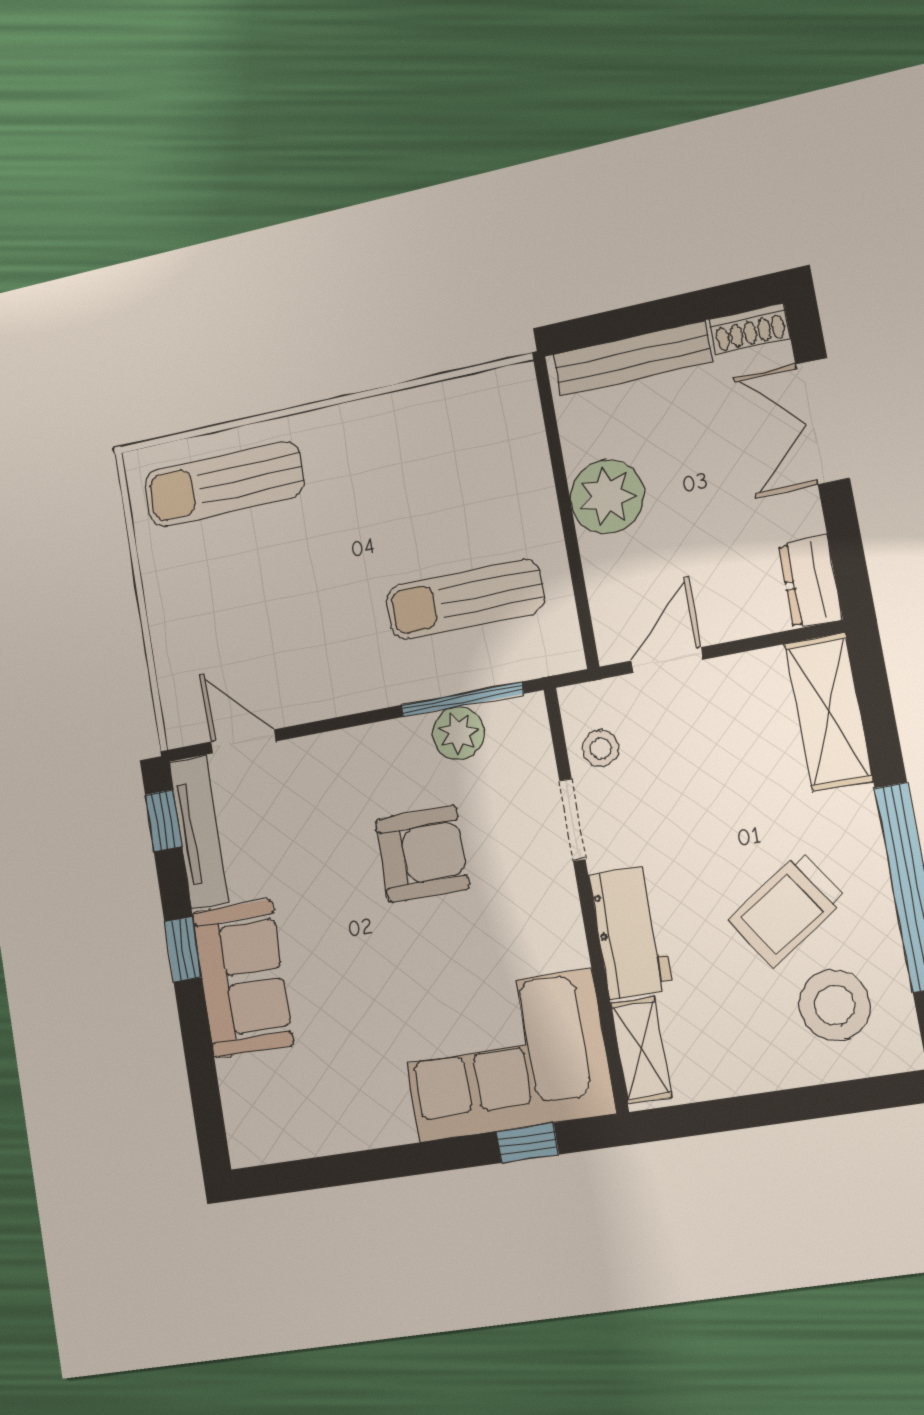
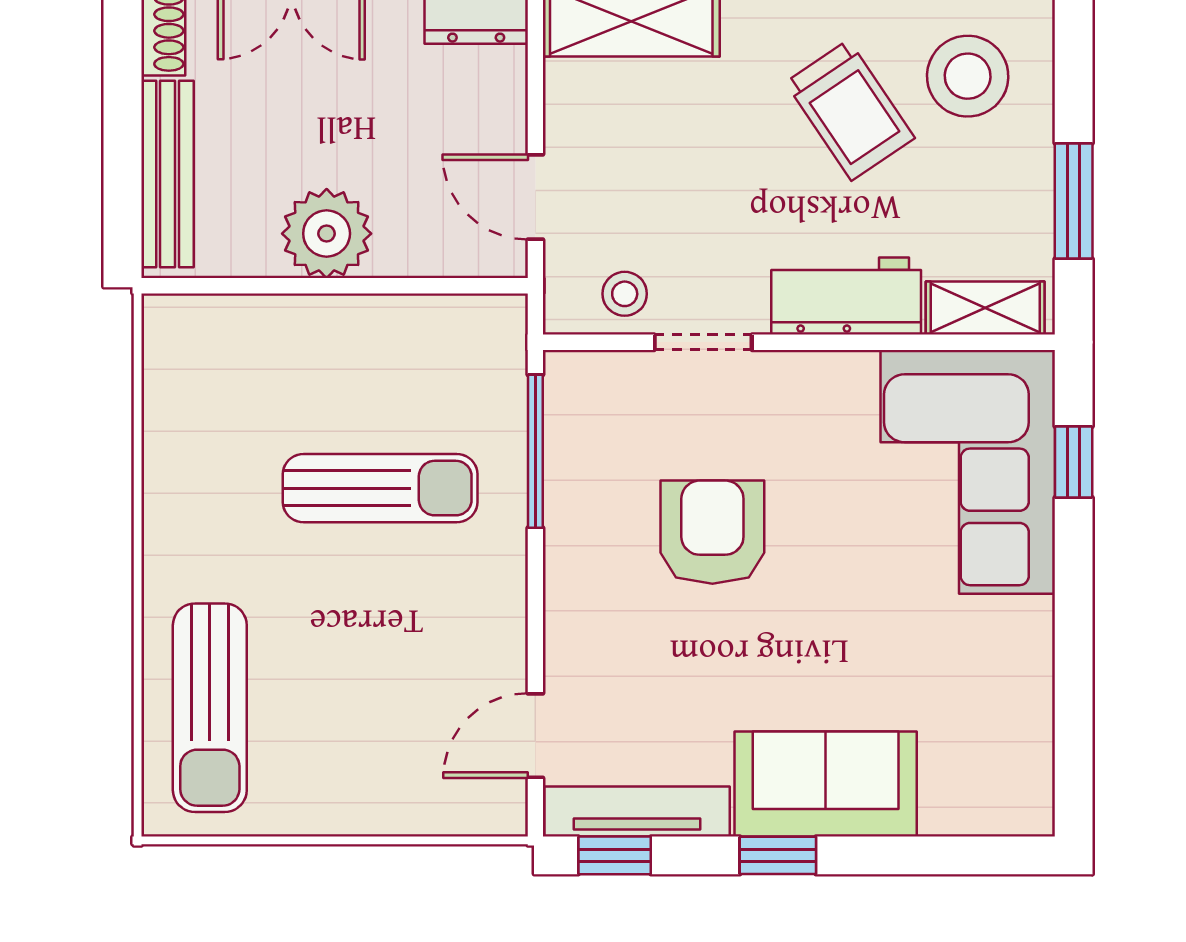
sun lounger: (465, 599) -> (380, 488), moved, turned -90
plant: (458, 733) -> (575, 463), removed
window: (744, 1112) -> (1074, 201), added

